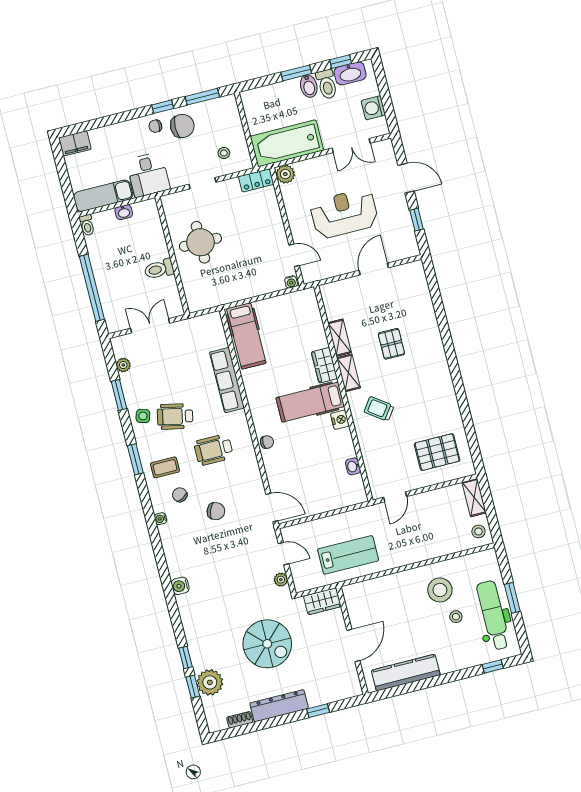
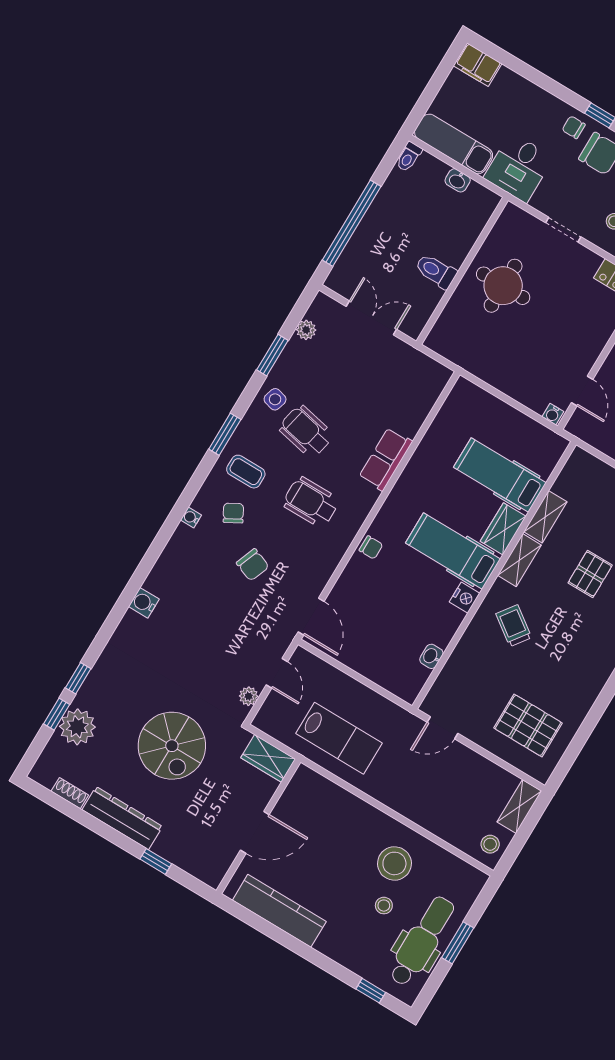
hospital bed: (246, 336) -> (500, 475), moved, turned 90
row of seats: (227, 380) -> (386, 459), width x0.68

